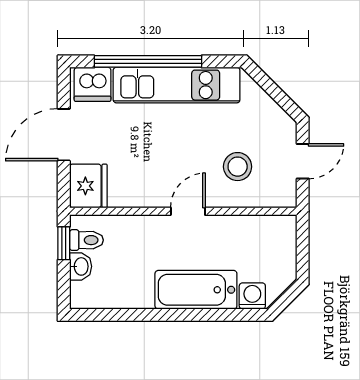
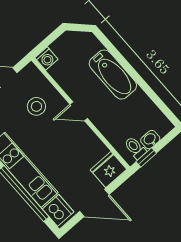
washing machine: (252, 296) -> (46, 58), moved, turned -90

